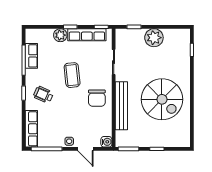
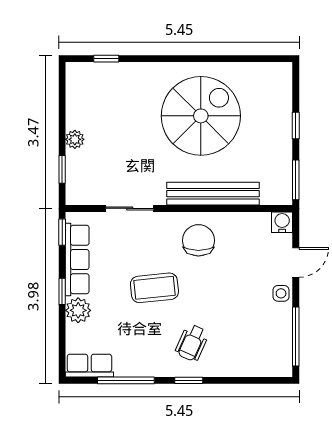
plant: (154, 38) -> (75, 139), width x0.53, depth x0.53
row of seats: (31, 56) -> (89, 366), moved
chair: (97, 98) -> (198, 240), turned -90
row of seats: (31, 129) -> (257, 366), removed

